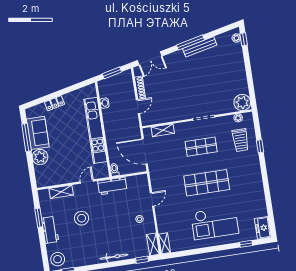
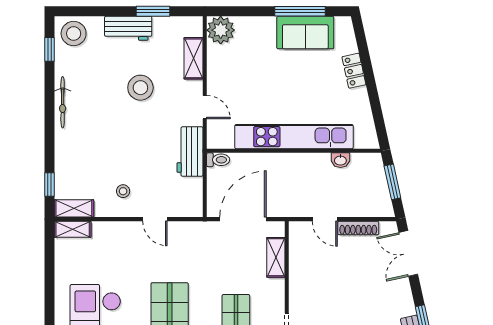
plant: (40, 157) -> (221, 30), moved
bicycle: (114, 257) -> (63, 102), moved

